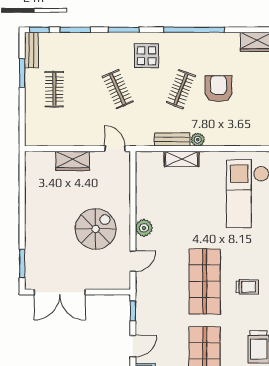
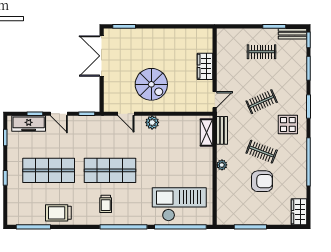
bench: (172, 139) -> (222, 130), moved
shelving: (182, 159) -> (207, 132), moved

